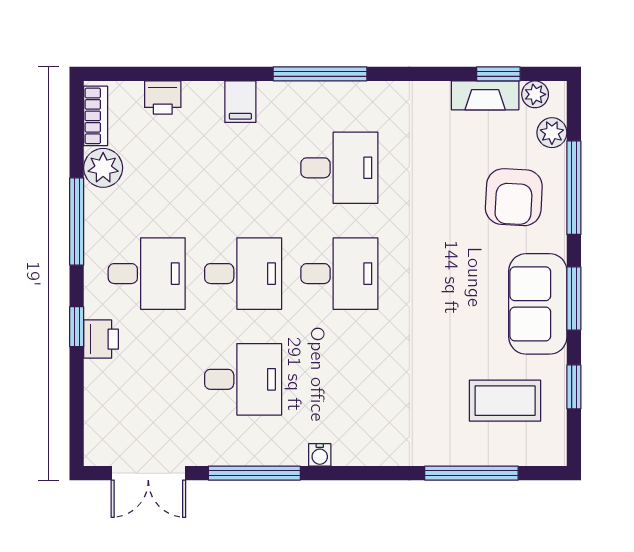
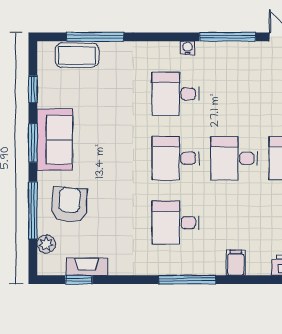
plant: (535, 94) -> (56, 267), removed
desk: (243, 379) -> (176, 94), moved
coffee table: (505, 401) -> (77, 55), moved

